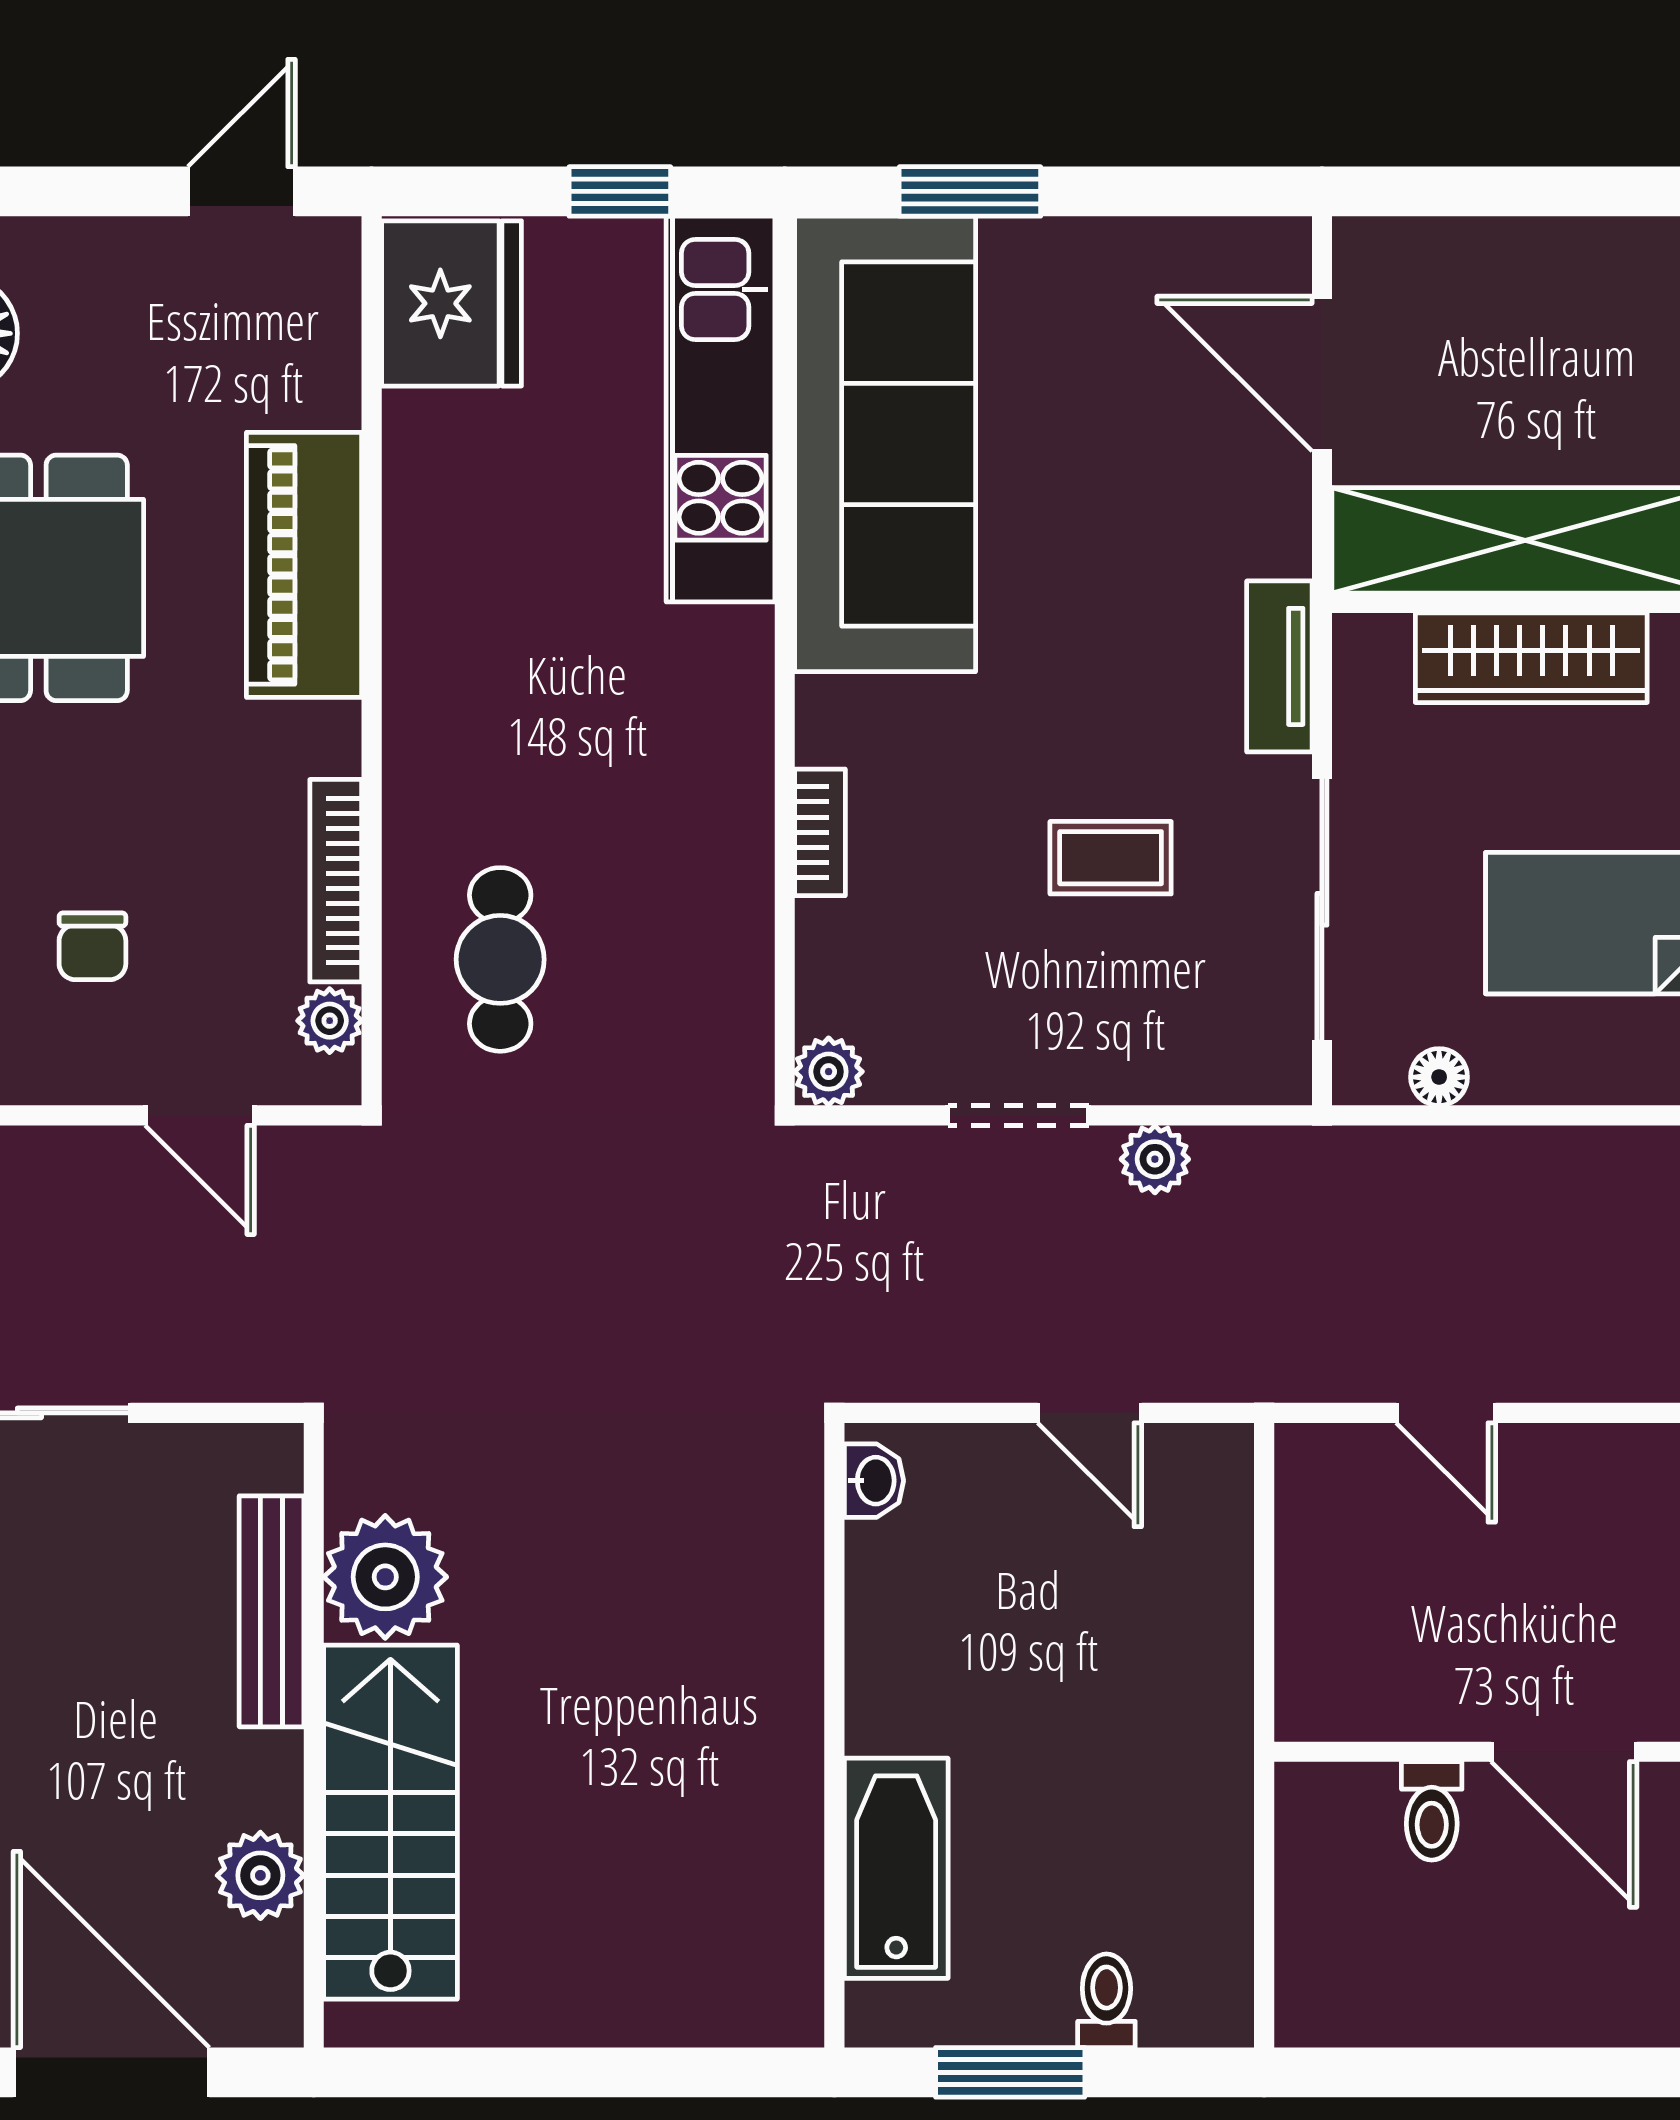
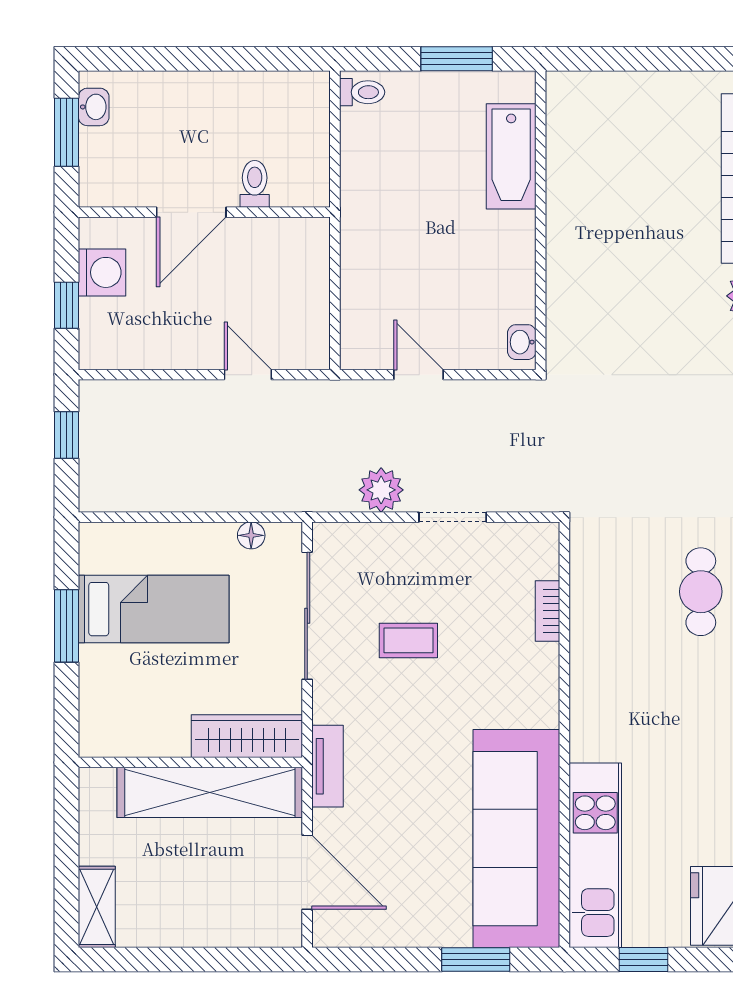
wardrobe: (1531, 658) -> (247, 736), moved
tv unit: (1279, 666) -> (328, 766), moved
bookcase: (820, 832) -> (548, 611), moved
plant: (829, 1072) -> (544, 538), removed
plant: (1155, 1159) -> (381, 490), width x1.38, depth x1.38
door: (1564, 1752) -> (191, 212), swing flipped
toilet: (1106, 2001) -> (362, 92), moved, turned -90

